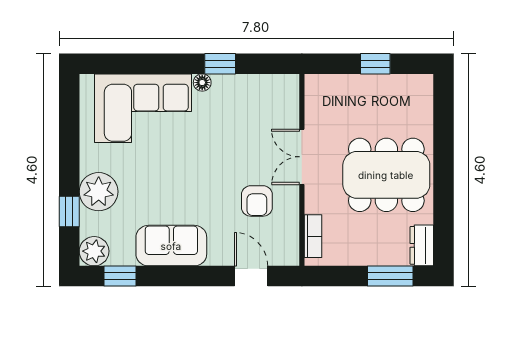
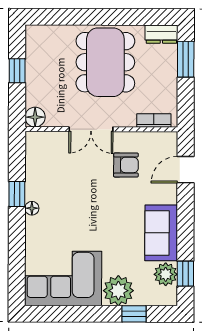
floor lamp: (317, 86) -> (35, 117), added
corner sofa: (143, 108) -> (63, 278), moved, turned -90
plant: (94, 251) -> (166, 274), moved

